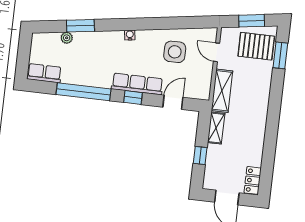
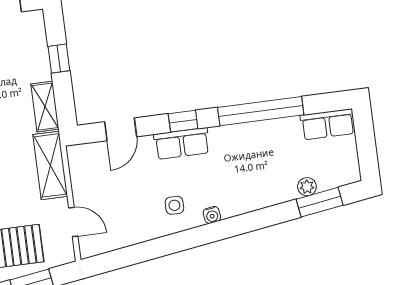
window: (80, 26) -> (320, 202), moved
side table: (175, 52) -> (174, 205), moved, width x0.54, depth x0.54
row of seats: (137, 84) -> (182, 143), width x0.68

